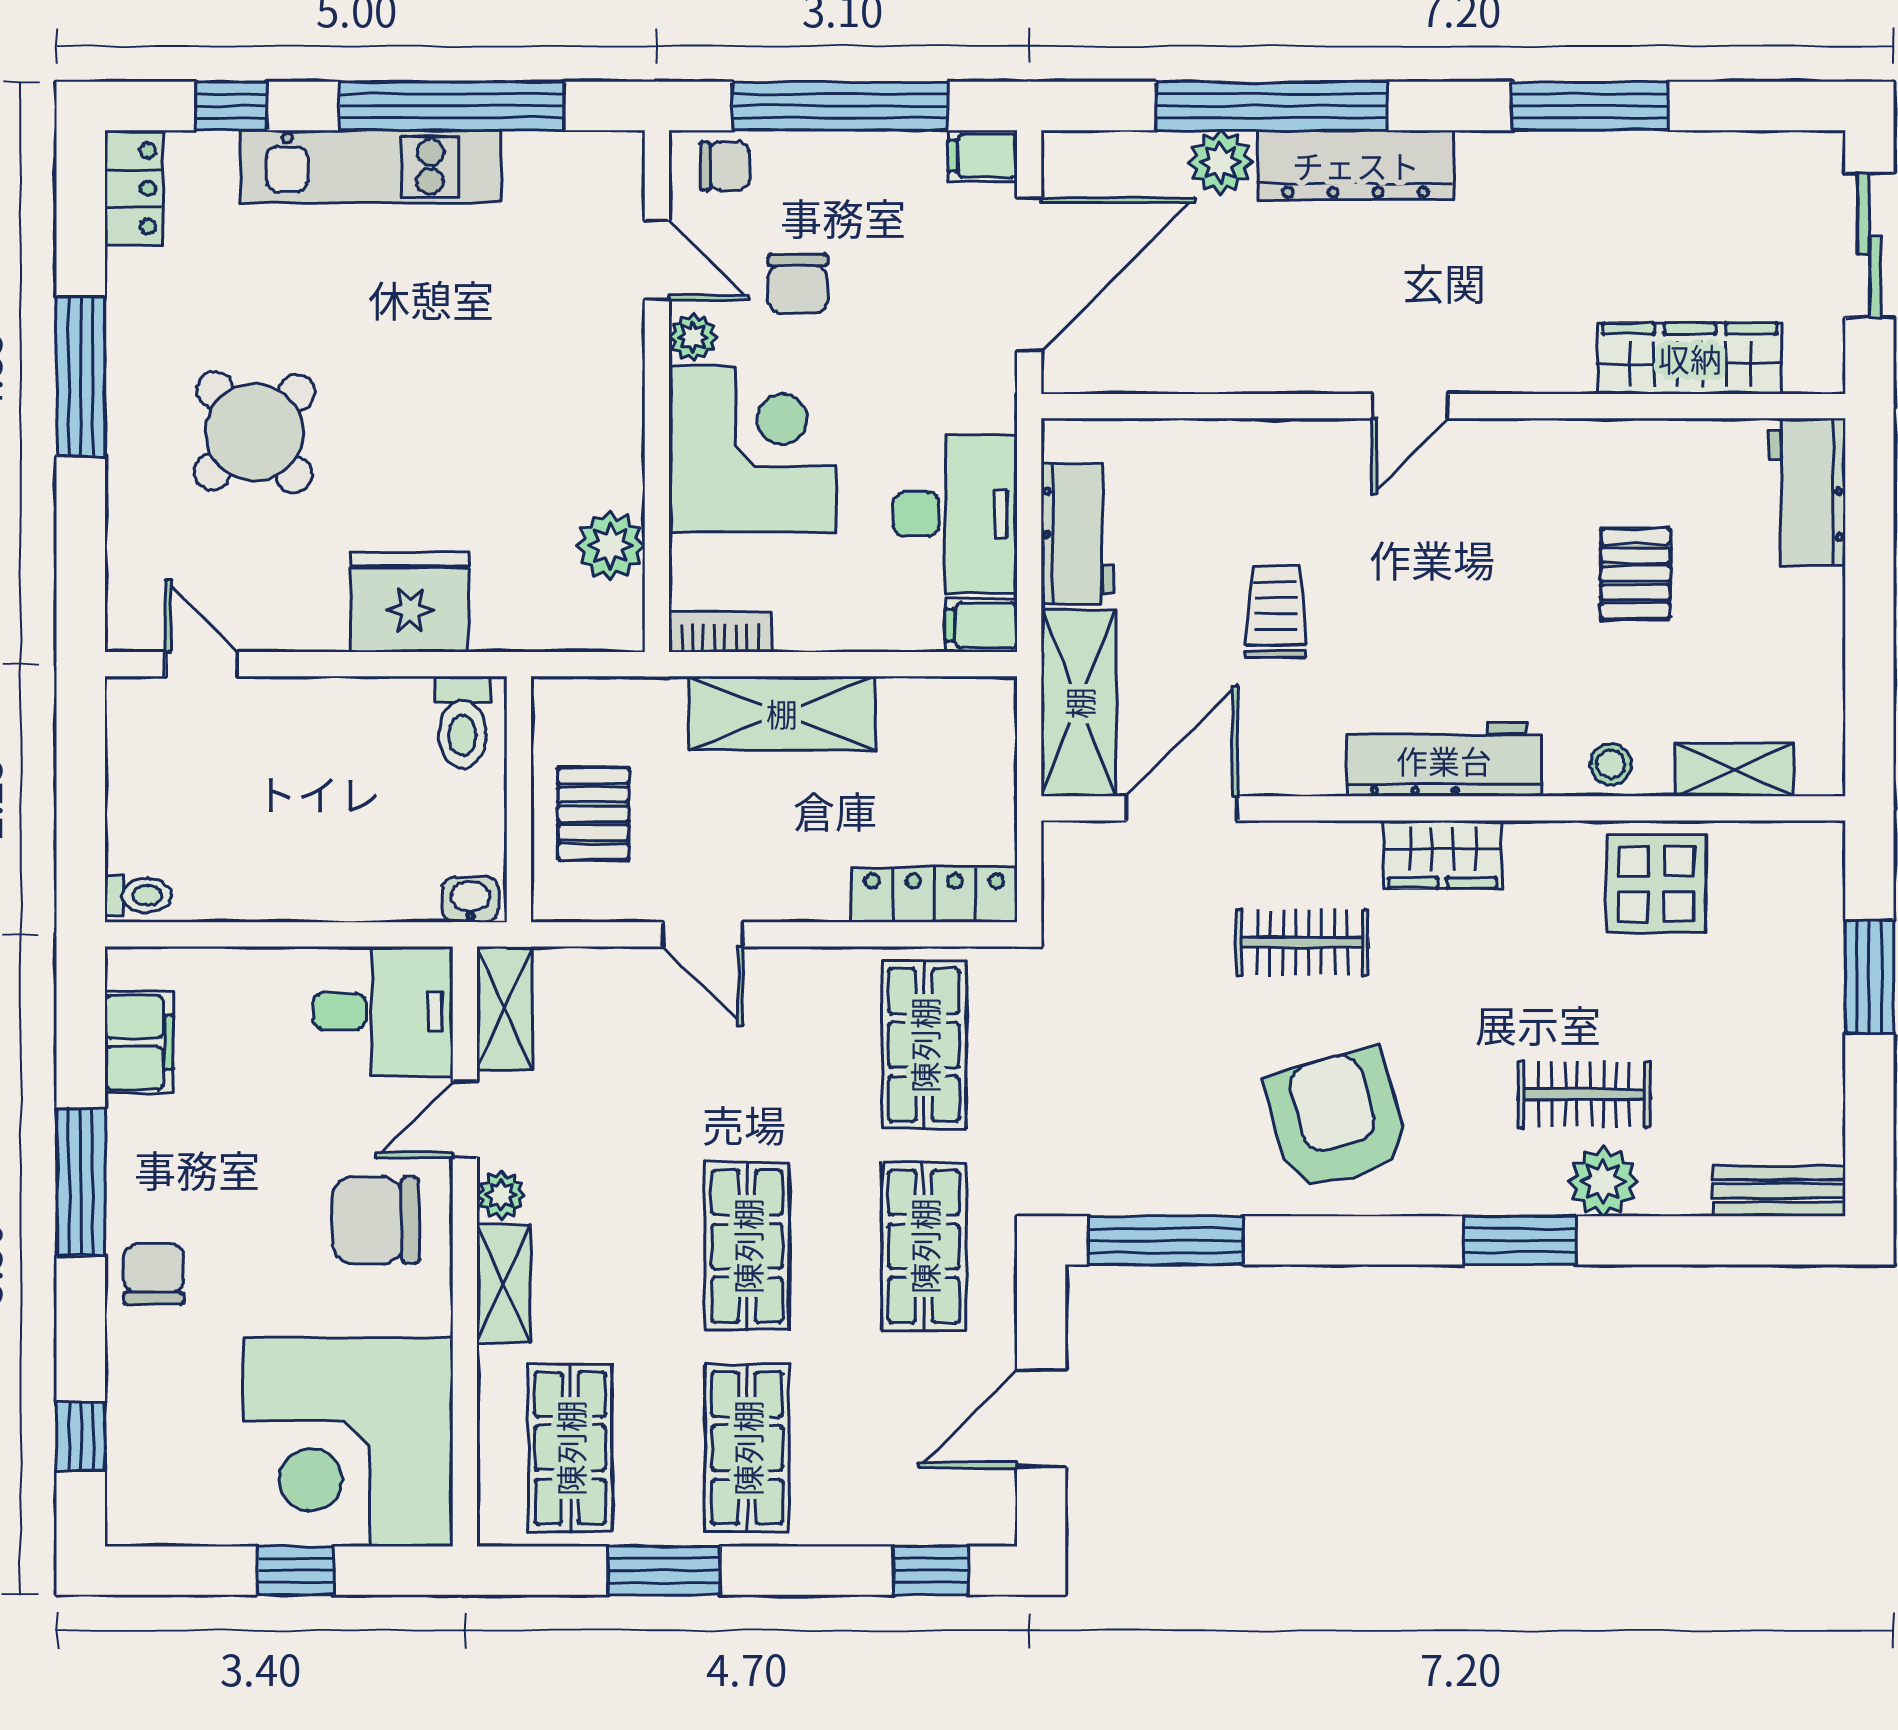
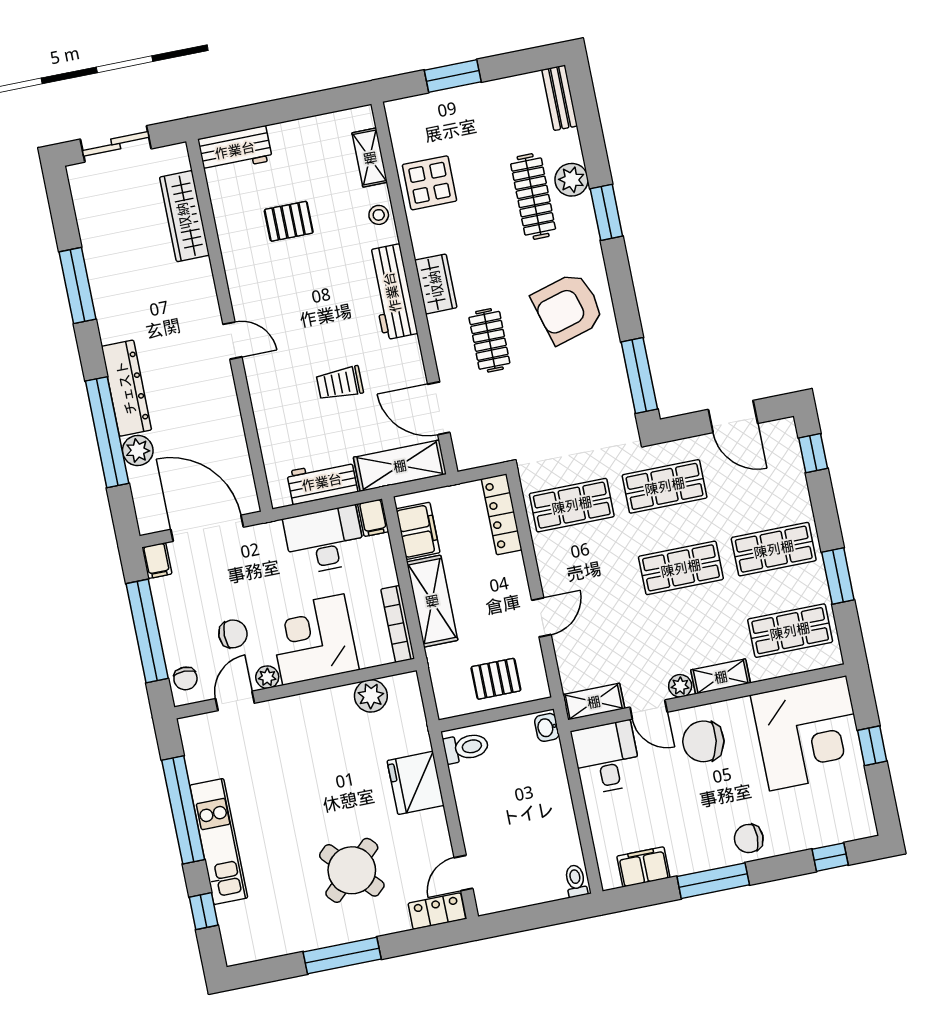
chair: (725, 166) -> (185, 678), turned 180
locker: (134, 189) -> (437, 911), moved
bookcase: (720, 632) -> (398, 624), width x1.56
filing cabinet: (935, 713) -> (418, 531), added
clothes rail: (1584, 1094) -> (533, 196), width x1.36
chair: (375, 1220) -> (703, 741), turned 100

